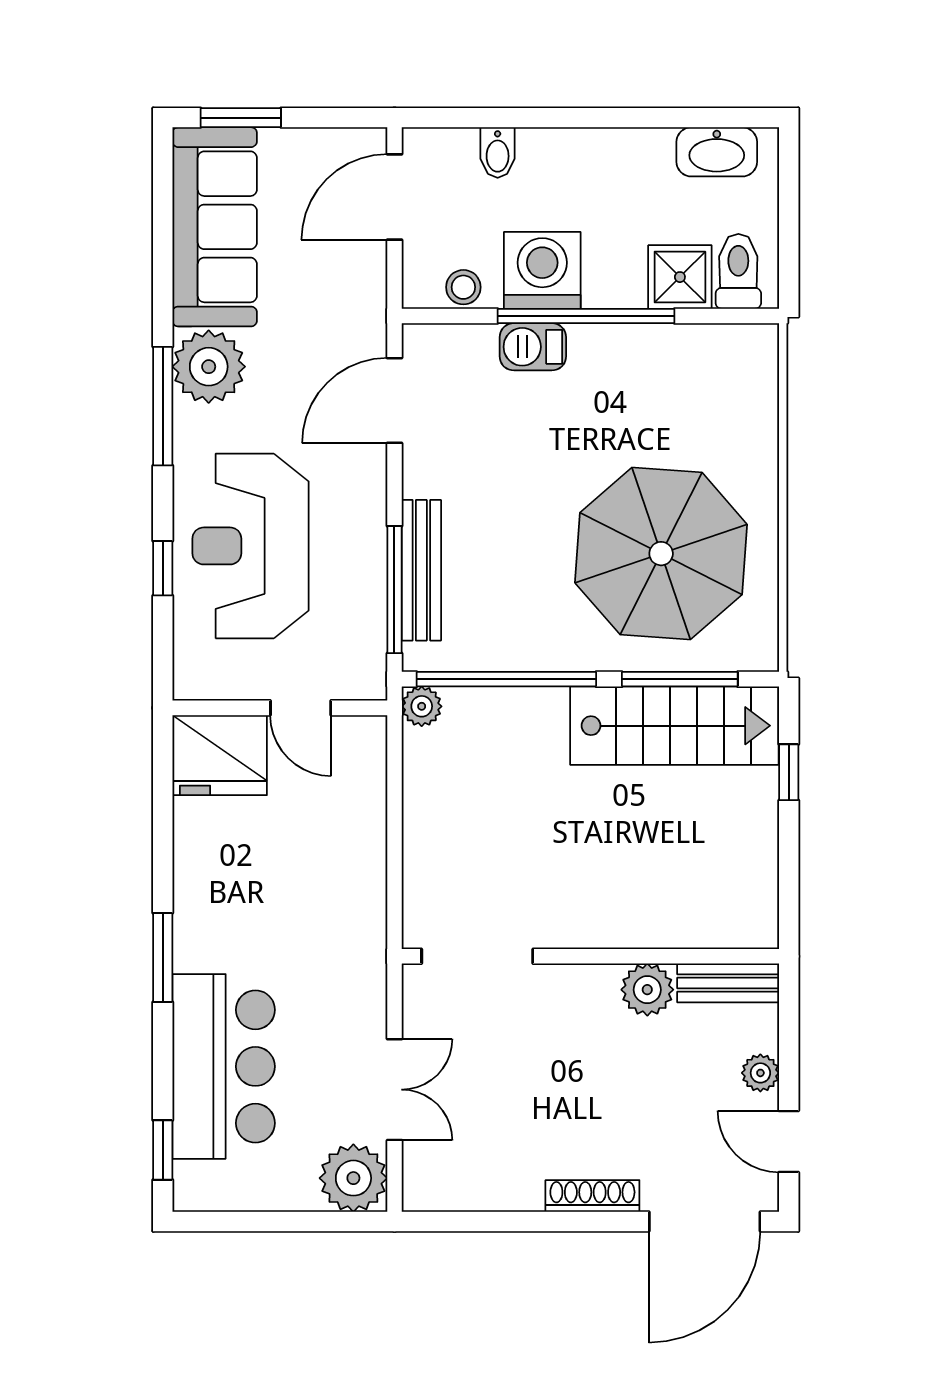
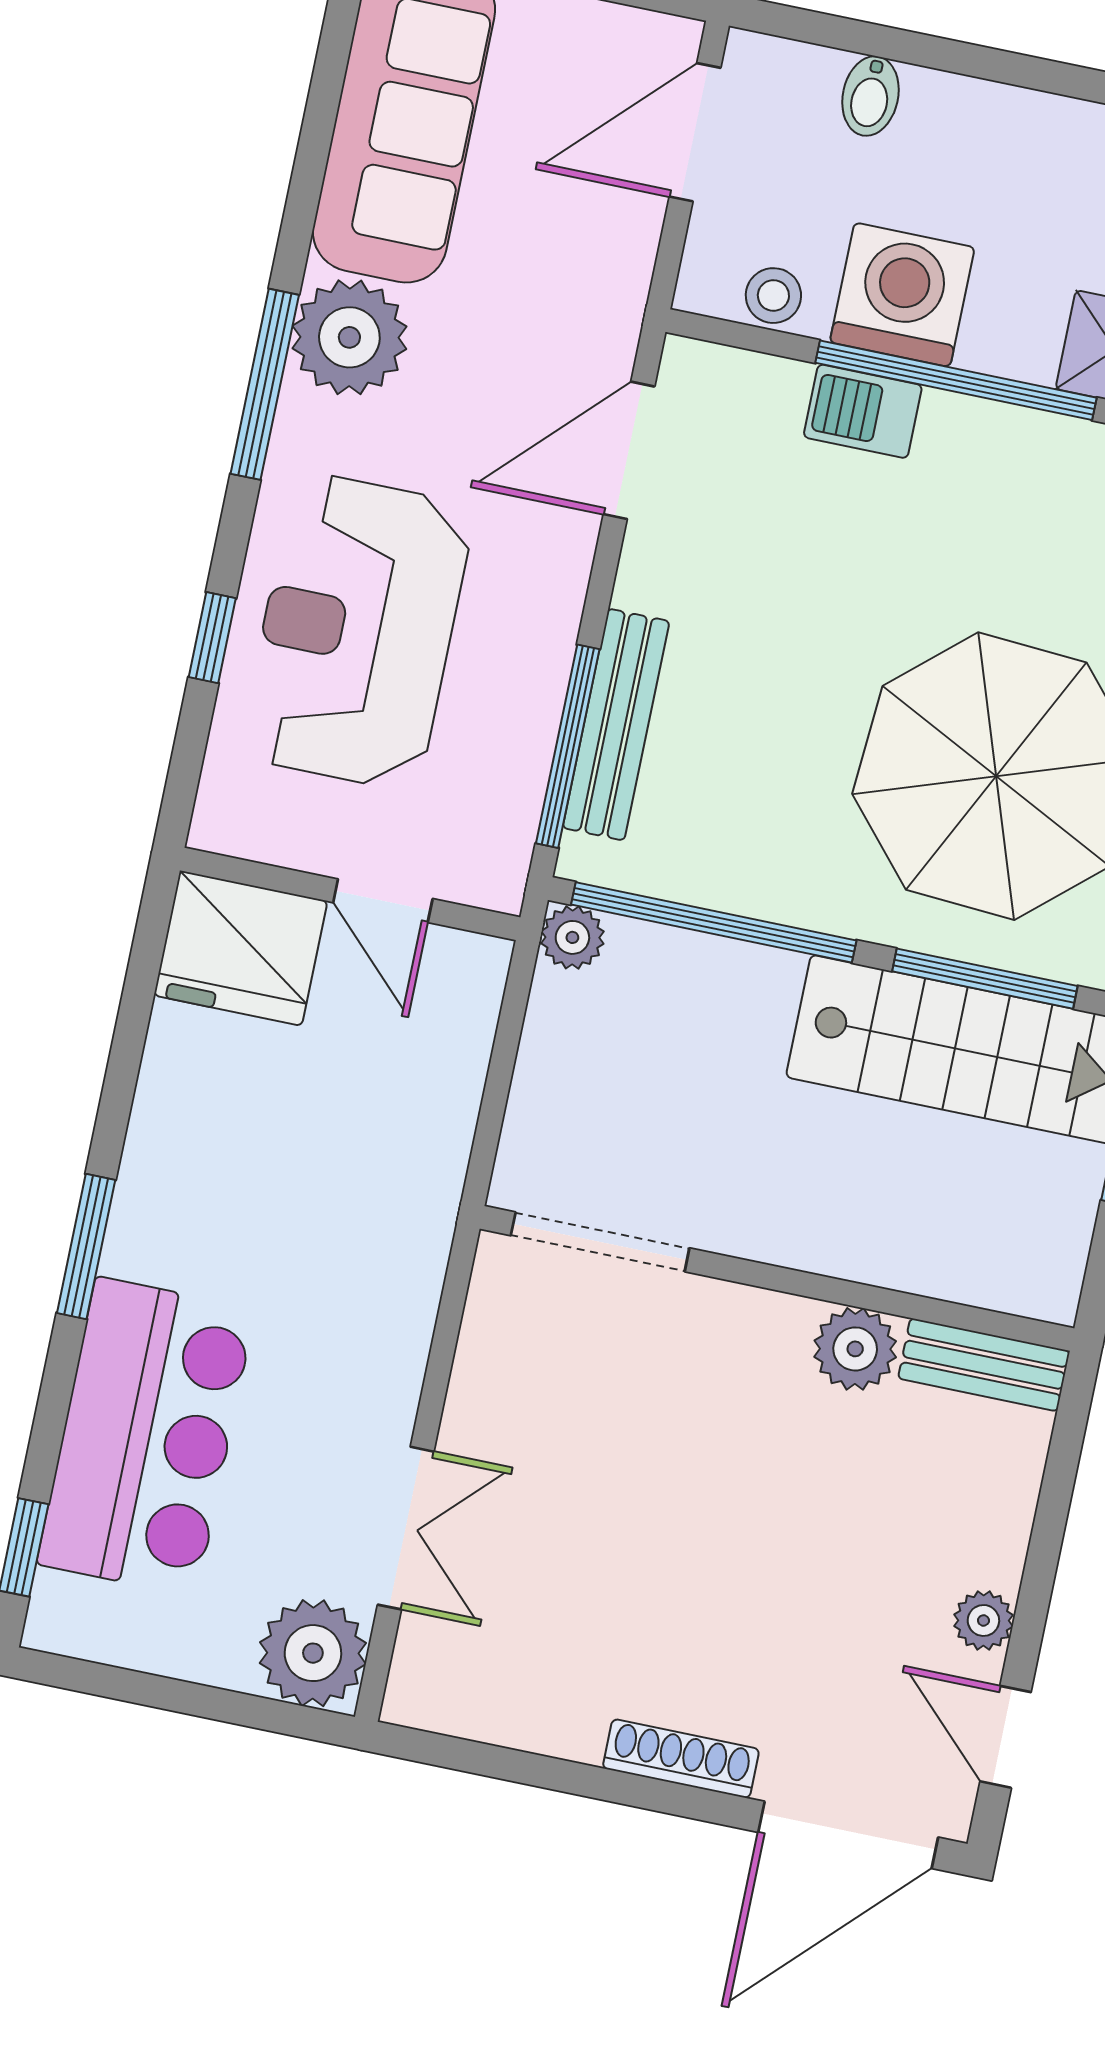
doorway: (477, 956) -> (600, 1242), moved
wall: (590, 956) -> (777, 1278), moved
bench: (728, 983) -> (984, 1365), moved
plant: (647, 990) -> (855, 1349), moved

